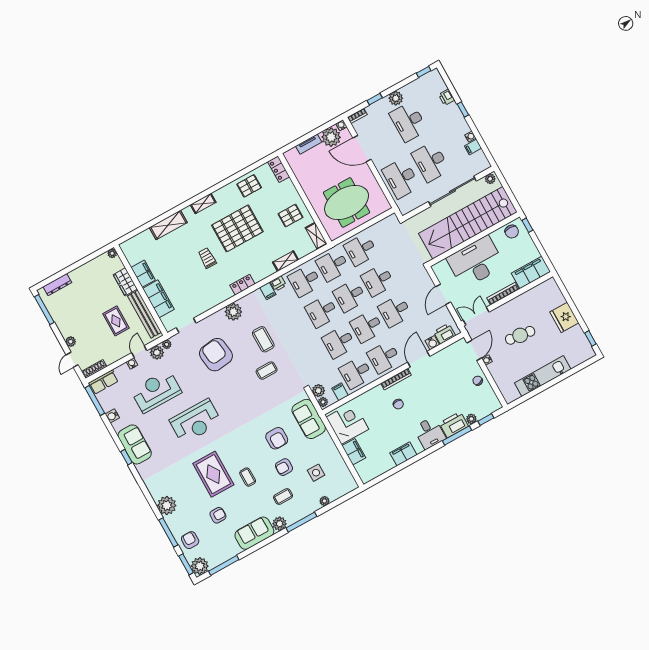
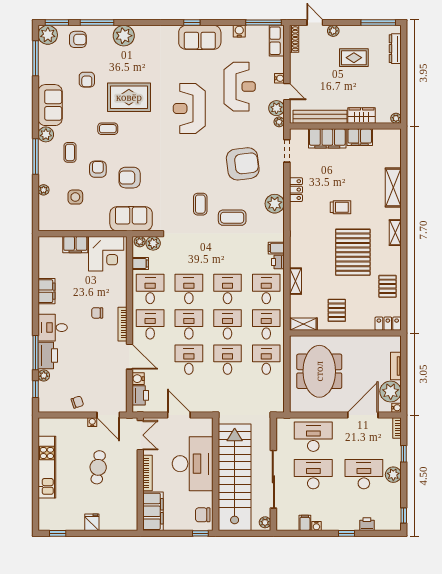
locker: (242, 285) -> (296, 190), moved
fridge: (564, 317) -> (92, 522), width x0.53, depth x0.75
rug: (116, 321) -> (354, 58), moved

